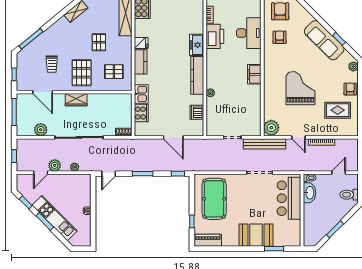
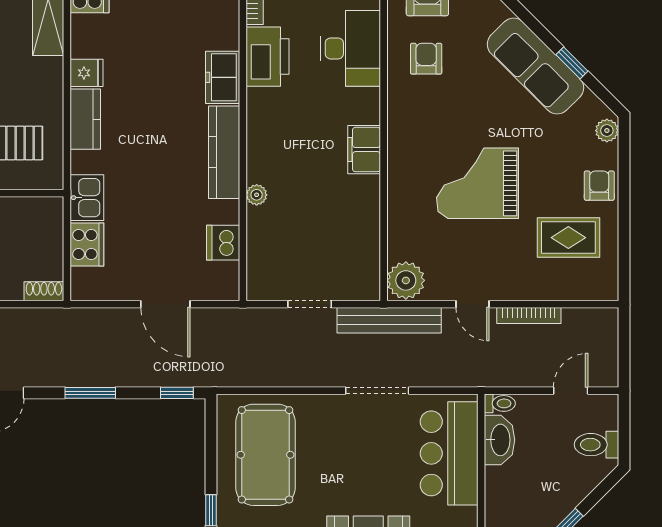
grand piano: (301, 88) -> (477, 183), turned -90

